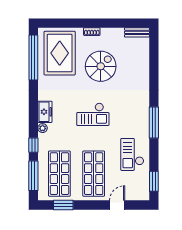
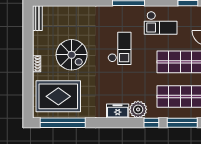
spiral stairs: (101, 66) -> (72, 55), turned 180
checkout: (93, 114) -> (120, 48), moved
plant: (43, 128) -> (138, 109), width x1.88, depth x1.88

